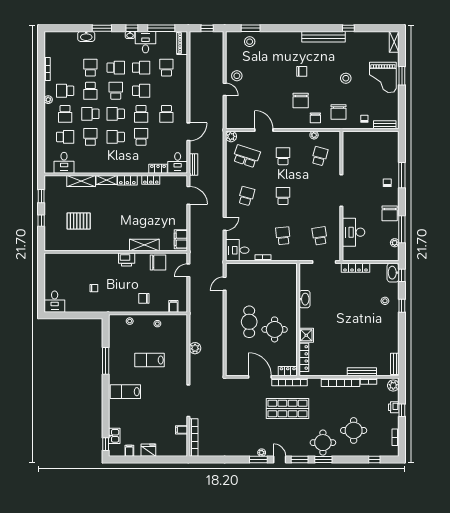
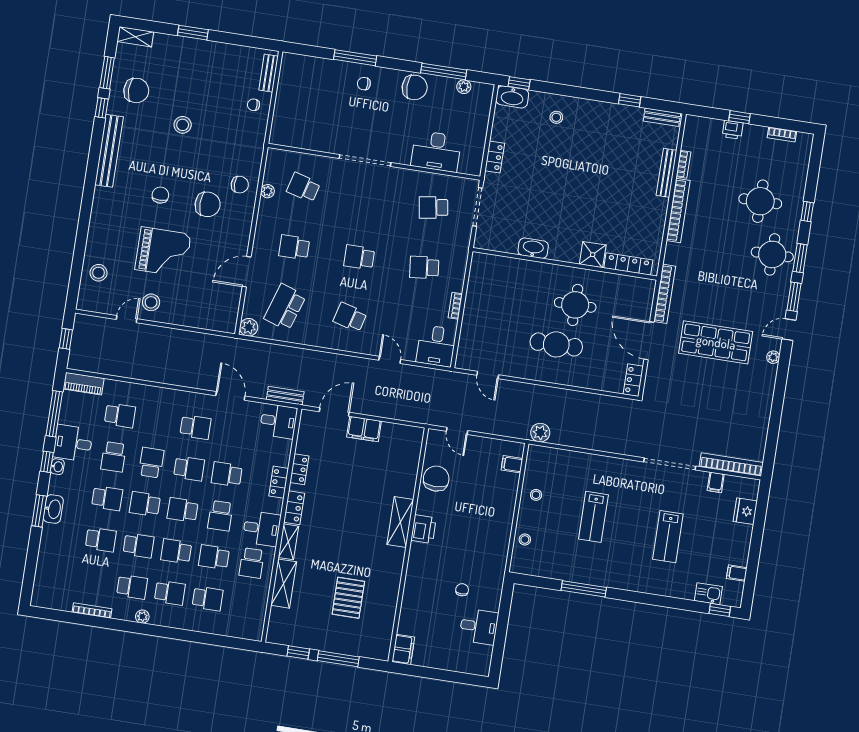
window: (251, 28) -> (107, 73), moved
washbasin: (86, 36) -> (53, 509), moved
school desk: (90, 68) -> (101, 540), turned 180
school desk: (116, 68) -> (107, 498), turned 90
school desk: (141, 68) -> (114, 457), turned 180
school desk: (166, 68) -> (120, 415), turned 180
grand piano: (383, 77) -> (163, 252), moved
door: (225, 89) -> (127, 319), moved
school desk: (65, 91) -> (132, 587), turned -90
chair: (338, 112) -> (136, 90), moved
school desk: (90, 114) -> (176, 551), turned 90
school desk: (116, 114) -> (183, 510), turned 90
school desk: (65, 137) -> (208, 599), turned 90
school desk: (90, 160) -> (252, 563), added
desk: (64, 163) -> (262, 529), moved
locker: (158, 169) -> (279, 482), moved
window: (41, 221) -> (338, 659), width x2.17
filing cabinet: (181, 239) -> (364, 429), moved
shelving: (144, 245) -> (400, 522), moved
filing cabinet: (53, 259) -> (403, 649), added
locker: (356, 268) -> (495, 157), width x0.66
chair: (144, 298) -> (491, 511), removed
desk: (55, 302) -> (479, 627), moved
window: (402, 306) -> (630, 100), moved
plant: (195, 348) -> (540, 433), moved
locker: (288, 371) -> (633, 380), moved
door: (260, 377) -> (649, 341), hinge flipped
plant: (393, 385) -> (697, 125), removed
lab bench: (125, 392) -> (668, 537), moved
shop shelf: (288, 408) -> (716, 342), moved, turned 90
fridge: (148, 450) -> (745, 511), moved
window: (258, 459) -> (784, 364), removed
window: (374, 459) -> (807, 212), moved

